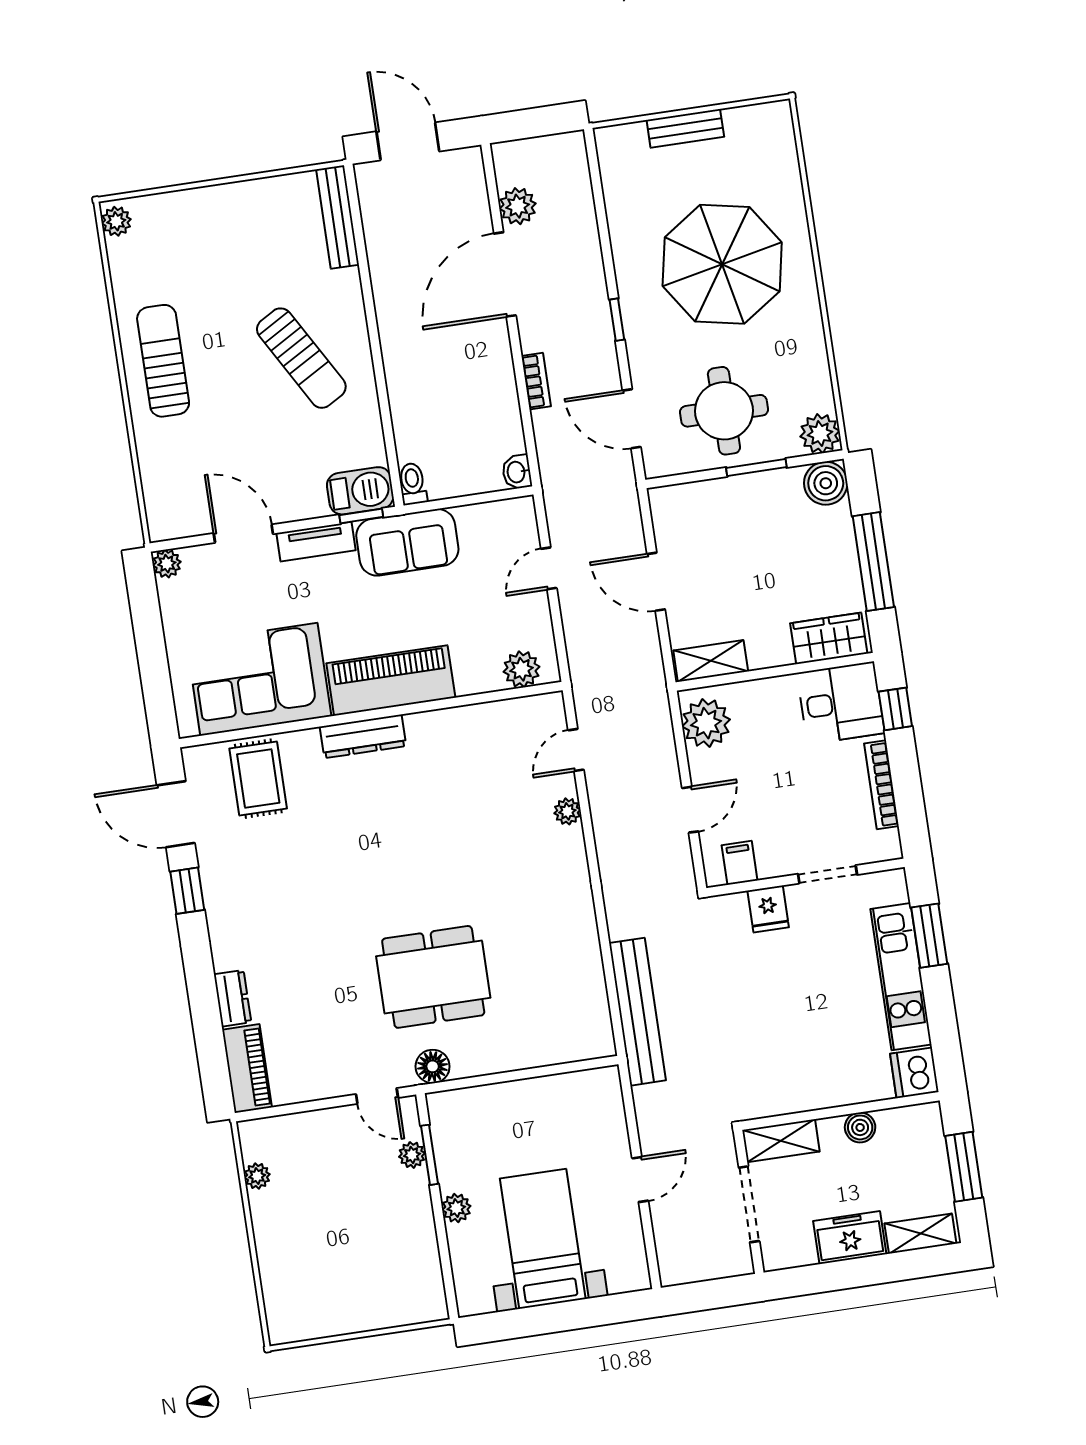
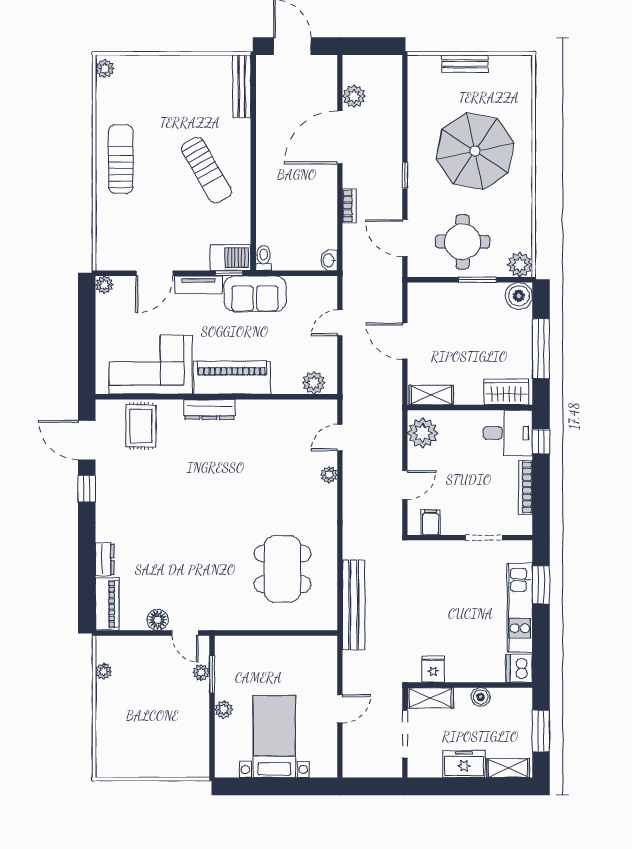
door: (243, 534) -> (154, 273), swing flipped
fridge: (768, 909) -> (433, 669), moved, turned 180
dining table: (433, 977) -> (282, 569), moved, turned 90
floor lamp: (433, 1066) -> (158, 620), moved

